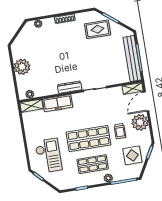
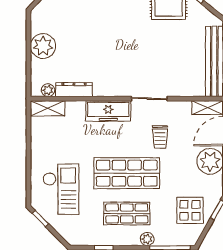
dresser: (70, 87) -> (74, 90), moved
freezer: (58, 103) -> (108, 111), moved
trolley: (120, 131) -> (160, 137), moved

